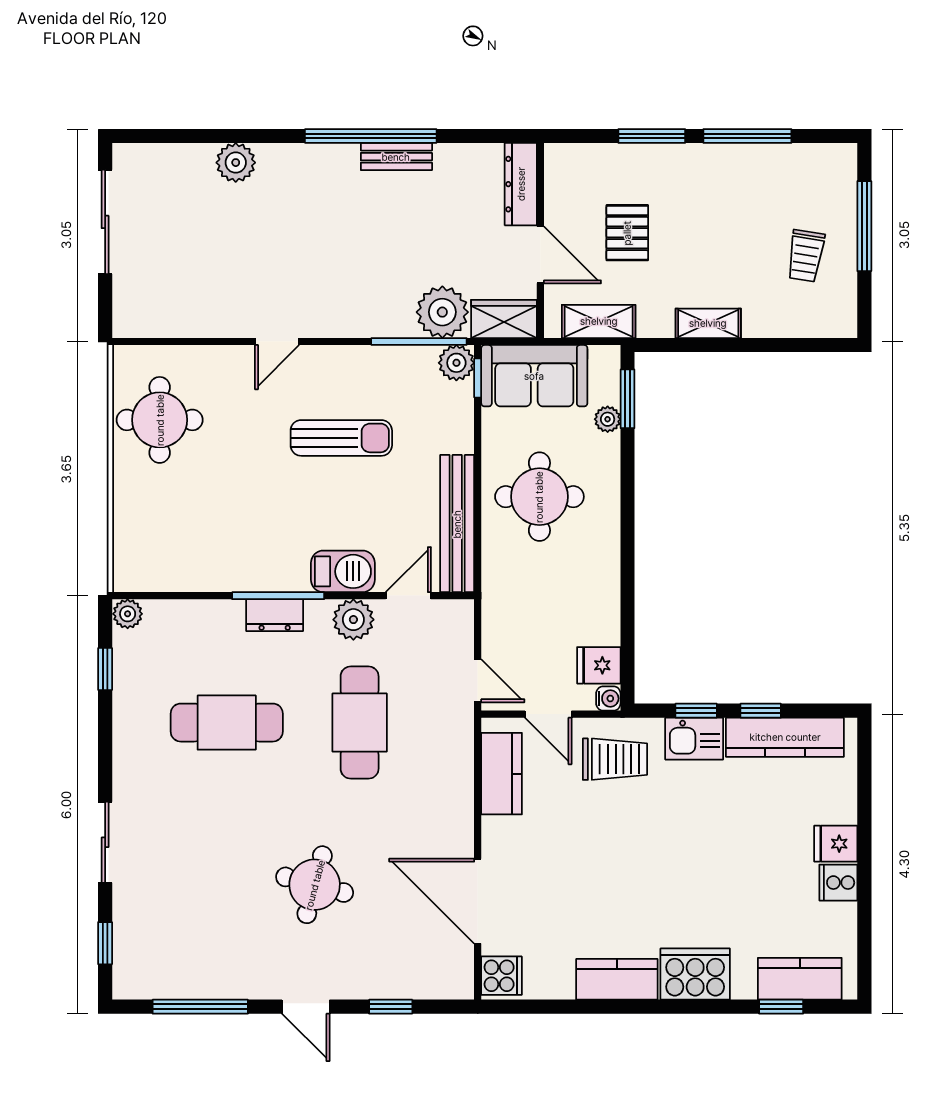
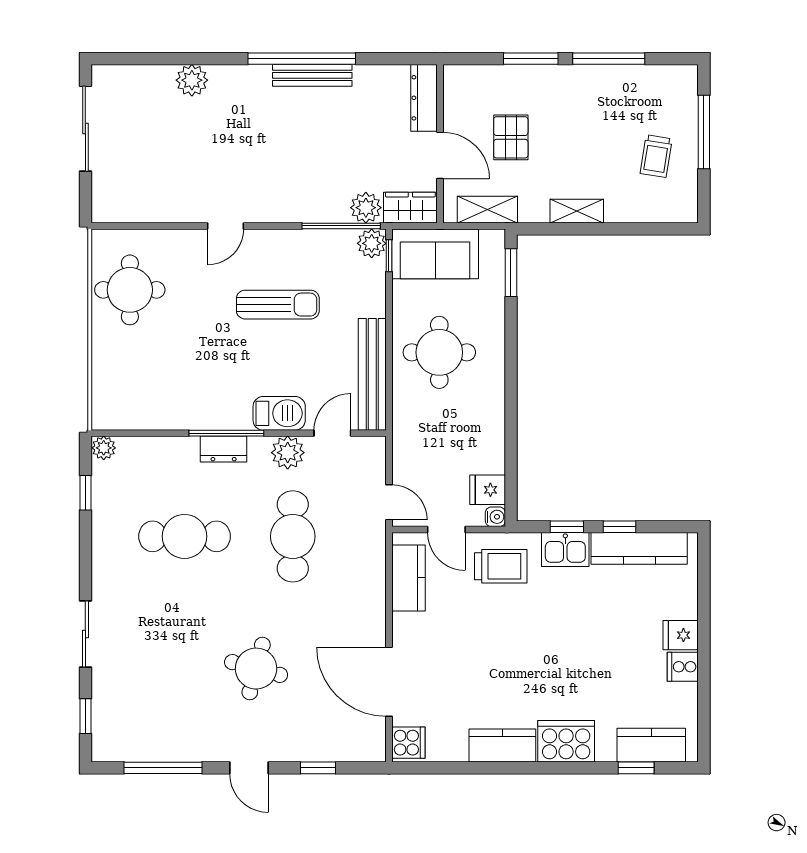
bench: (396, 157) -> (312, 75), width x1.36
plant: (442, 312) -> (366, 208), width x0.73, depth x0.73
plant: (608, 419) -> (495, 289), removed

